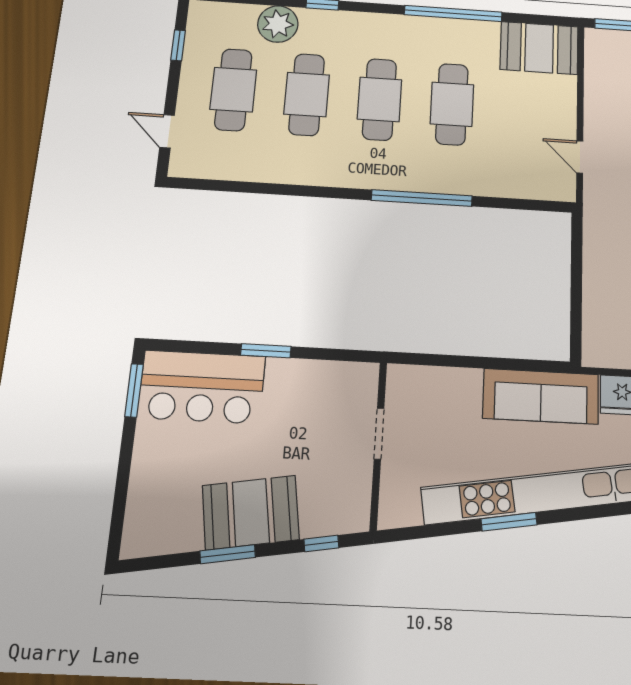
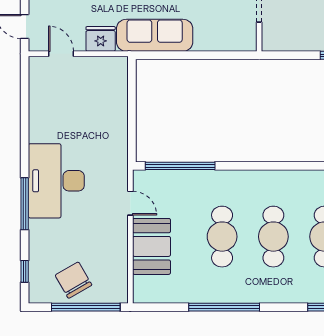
booth: (539, 48) -> (151, 246), moved, turned 90
window: (422, 198) -> (180, 166), moved

